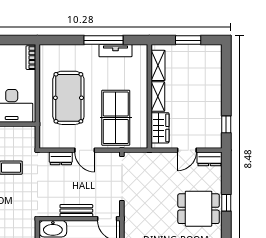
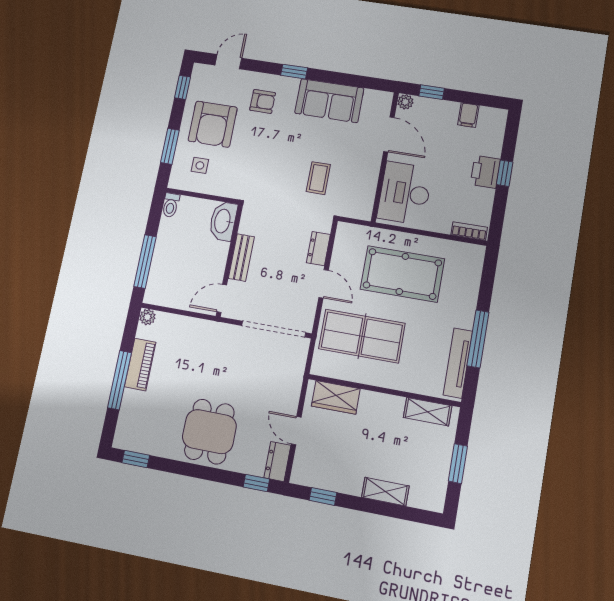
tv unit: (115, 51) -> (458, 363), width x1.41
shelving: (158, 97) -> (385, 492), moved
door: (85, 150) -> (324, 284), swing flipped
window: (226, 203) -> (256, 483), moved

